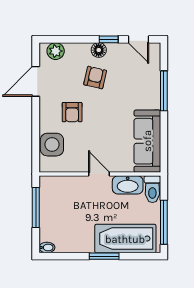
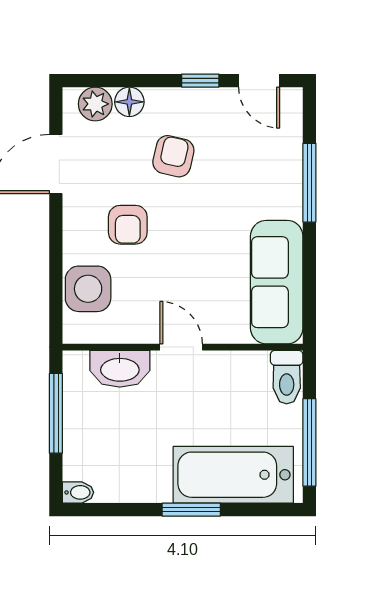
floor lamp: (99, 50) -> (129, 102), moved
washbasin: (128, 185) -> (120, 369), moved

